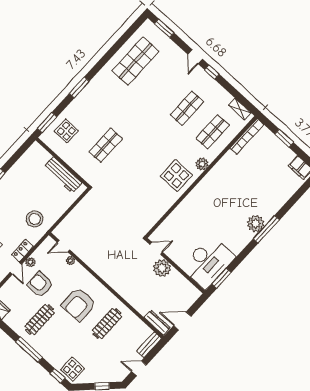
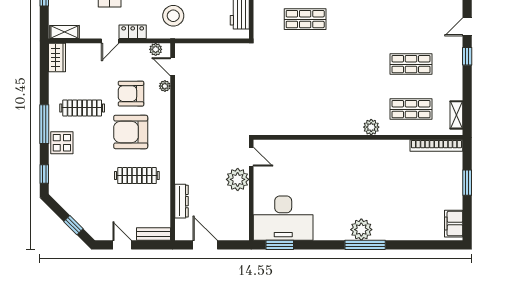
display table: (176, 176) -> (338, 113), removed
plant: (30, 262) -> (156, 49), moved
armchair: (40, 284) -> (131, 94), moved, turned -90
dresser: (157, 323) -> (181, 201), moved
display table: (73, 369) -> (62, 143), moved

